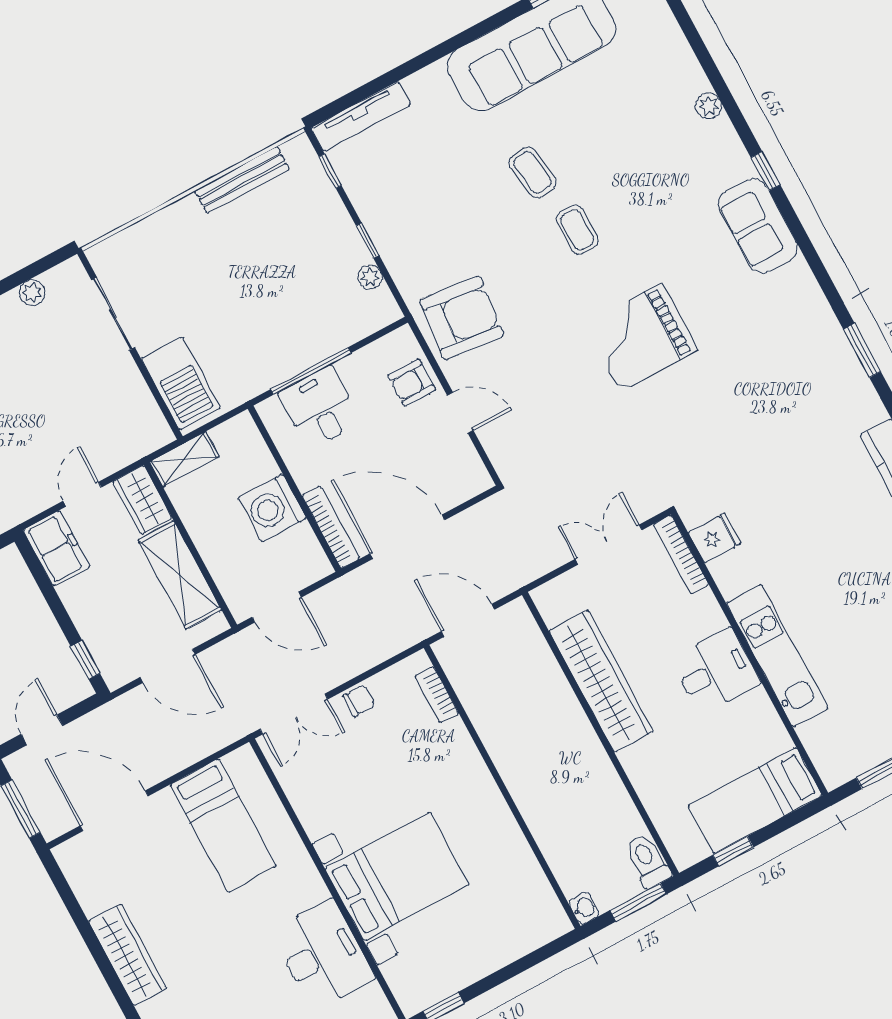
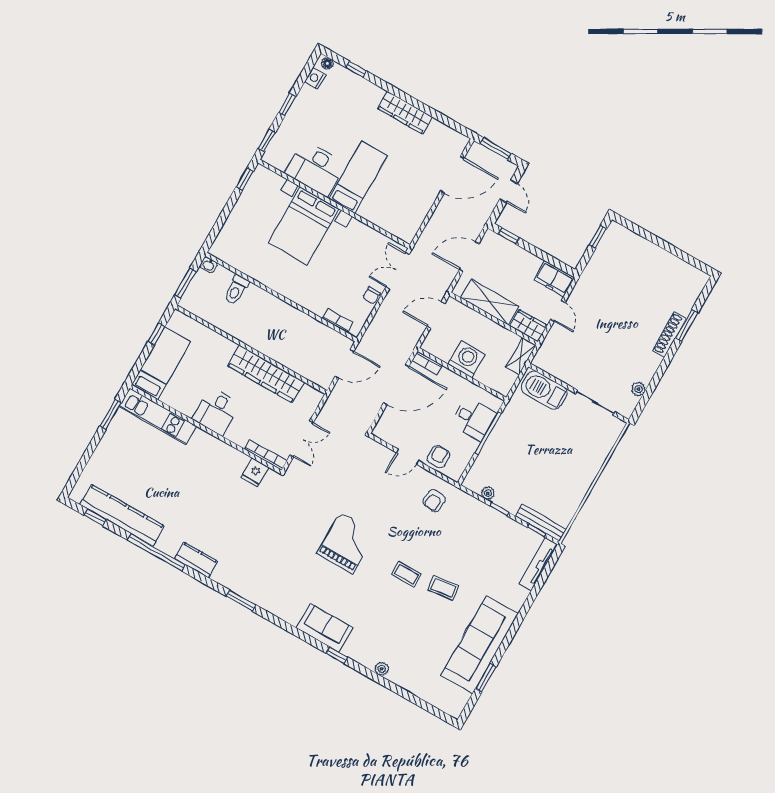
bench: (242, 180) -> (541, 523), moved, turned 90
armchair: (462, 318) -> (434, 501), width x0.53, depth x0.53
bookcase: (331, 527) -> (427, 363), width x0.64
kitchen unit: (777, 656) -> (158, 416), moved
bed: (223, 826) -> (358, 177), moved, turned 90
toilet: (647, 861) -> (236, 290), moved, turned 90

